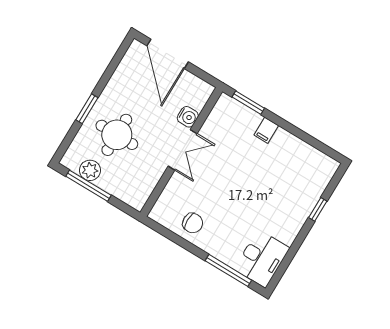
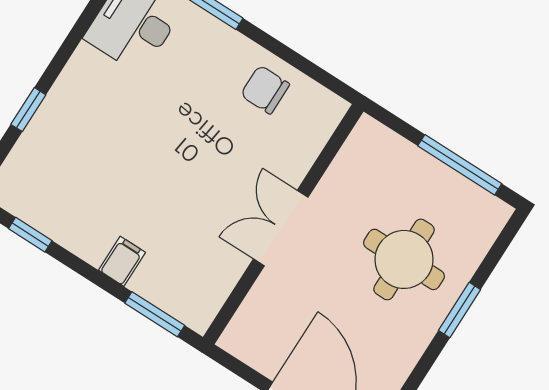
water cooler: (188, 117) -> (269, 290), removed
window: (315, 143) -> (30, 235), added
plant: (90, 170) -> (456, 194), removed

